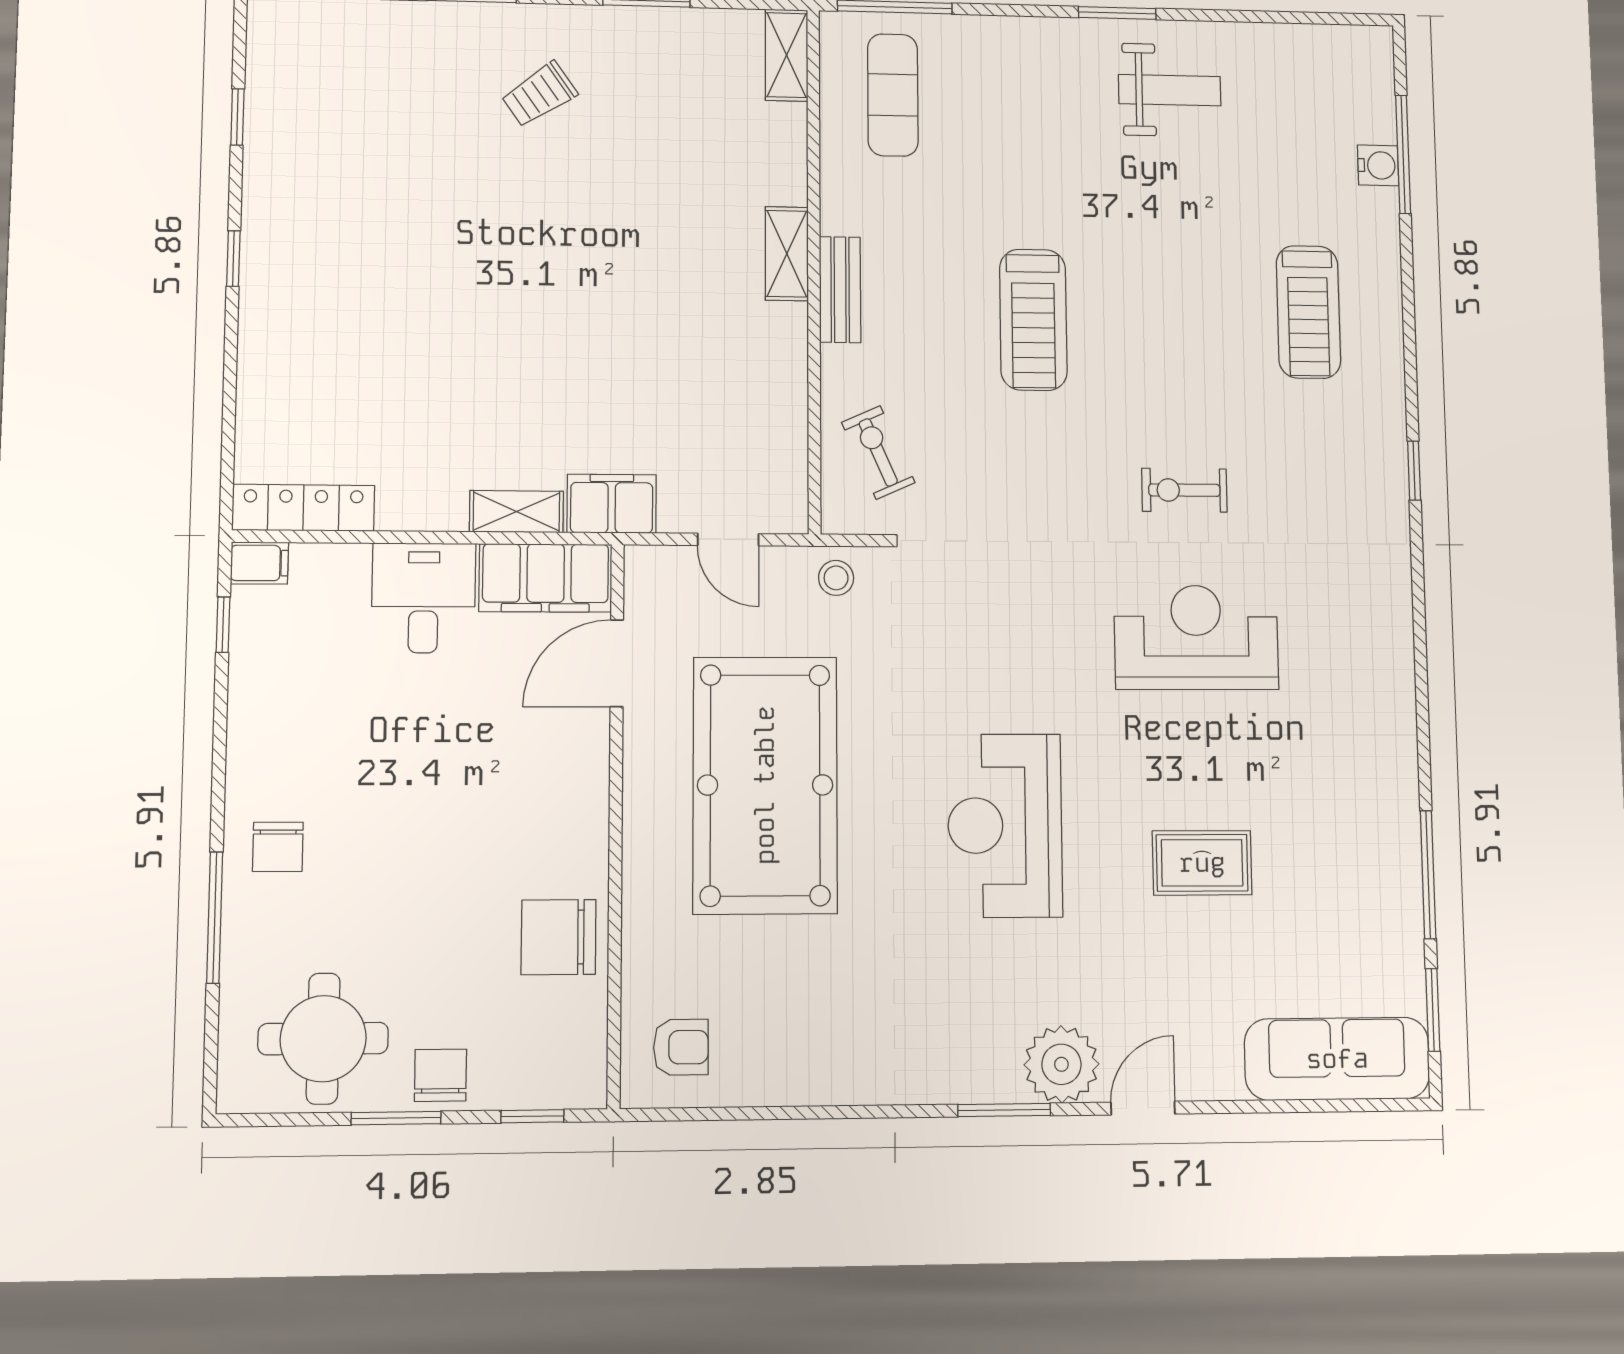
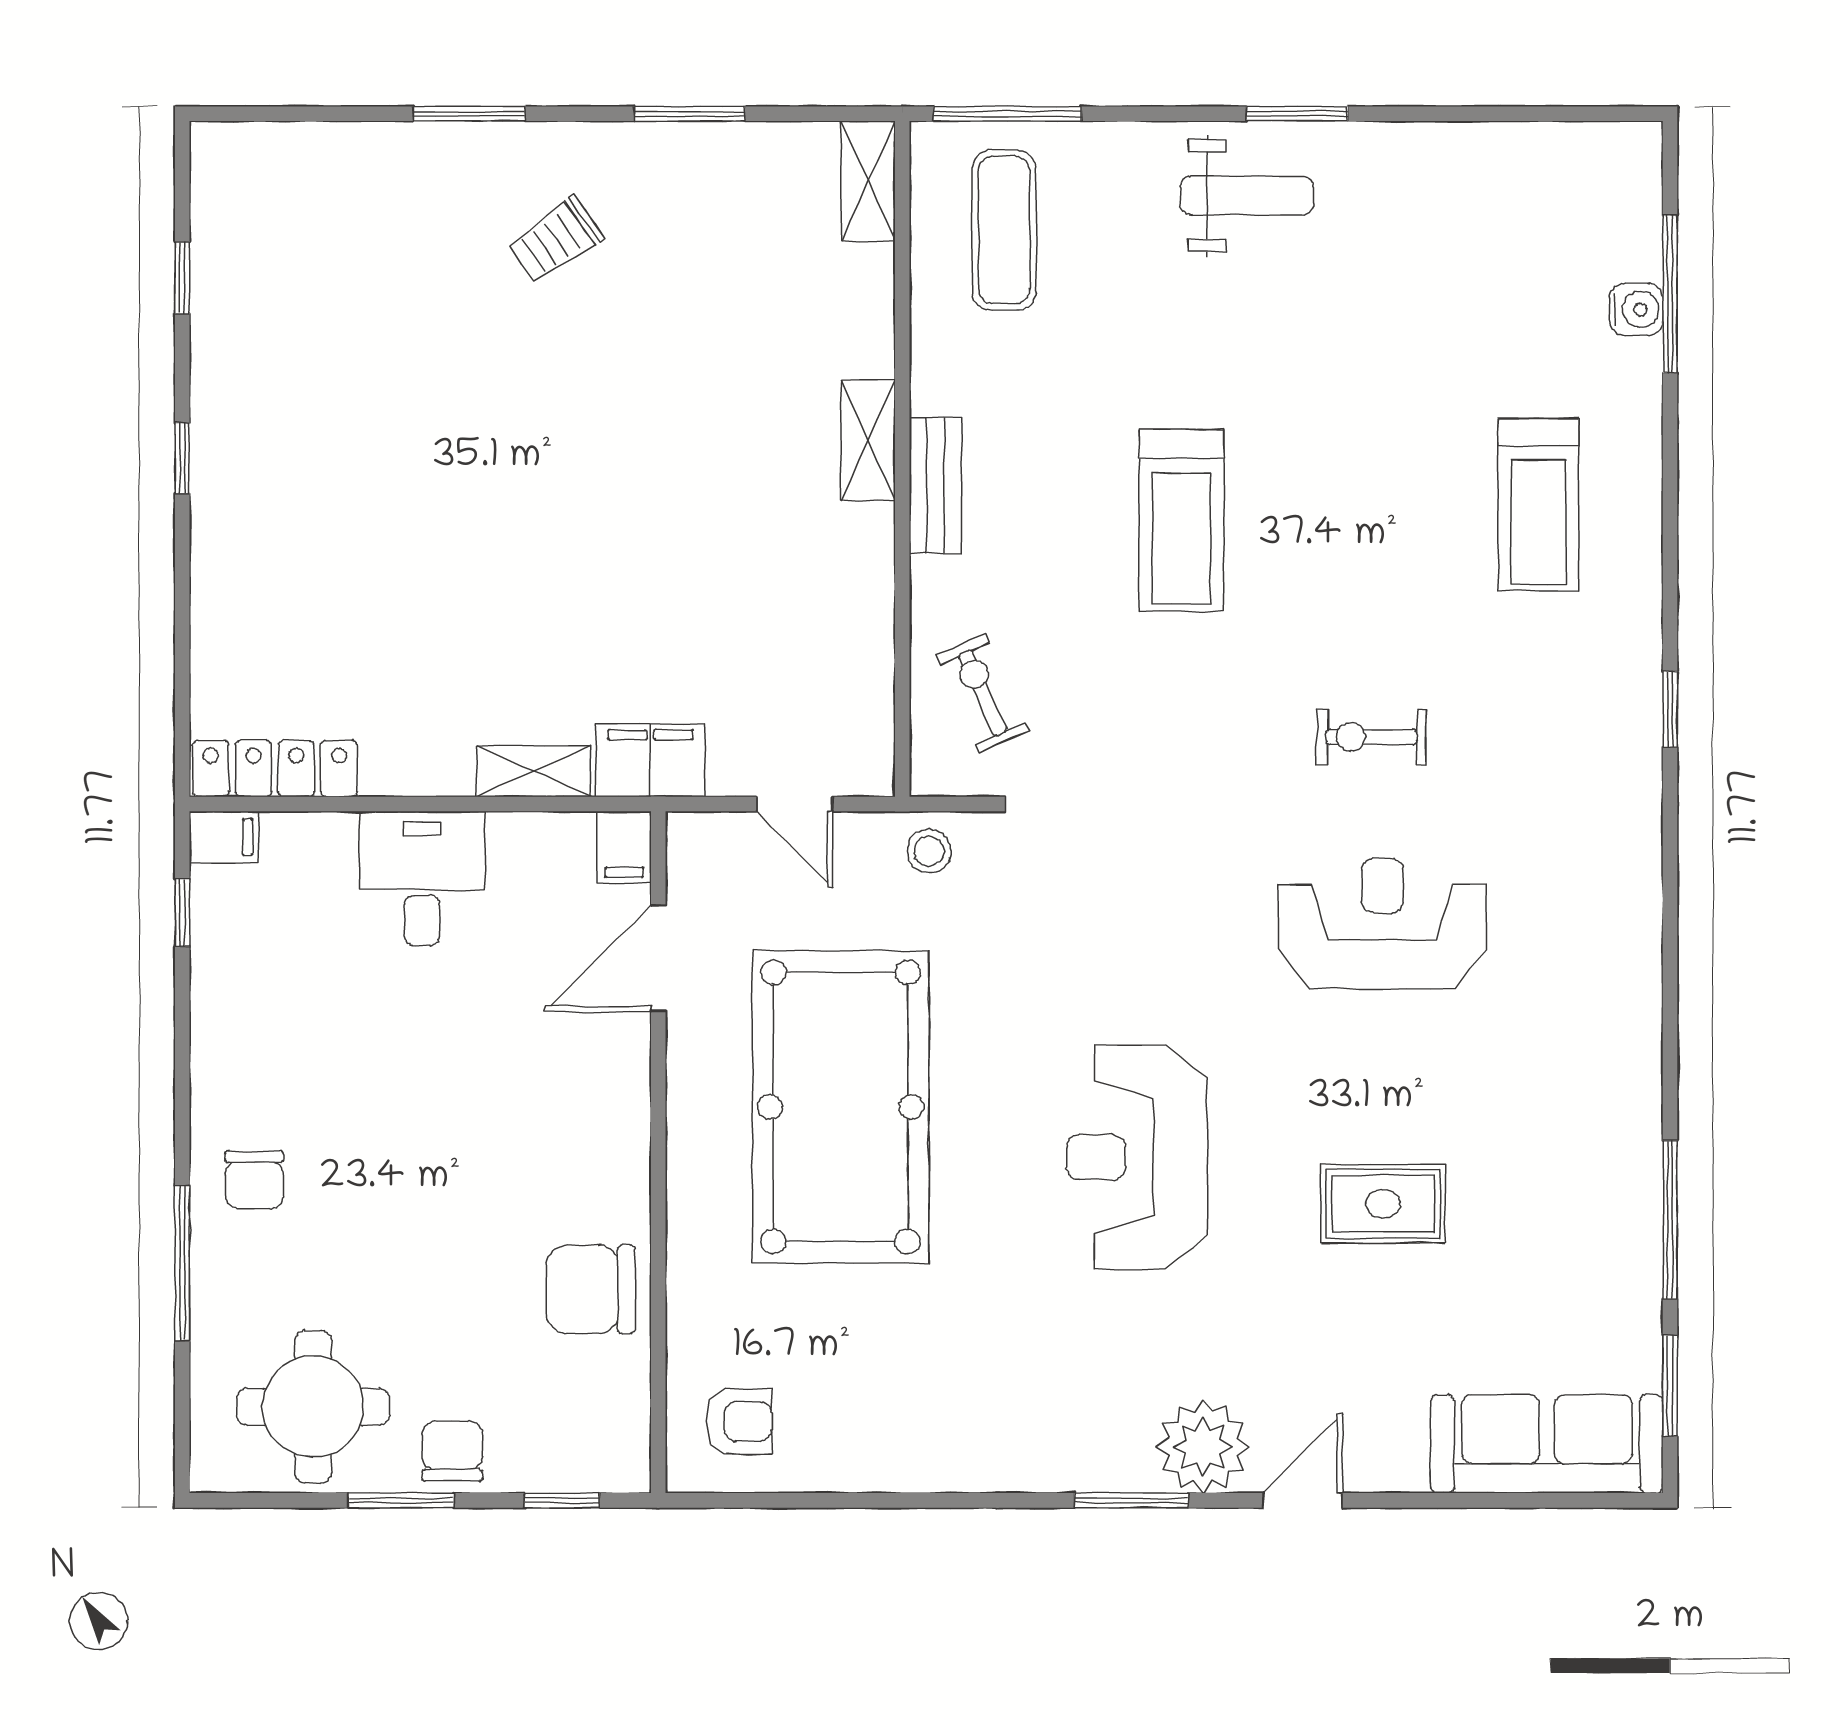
weight bench: (1170, 90) -> (1247, 195), moved
filing cabinet: (546, 578) -> (624, 847), width x0.33, depth x0.86

